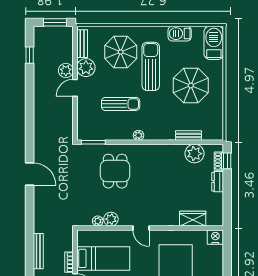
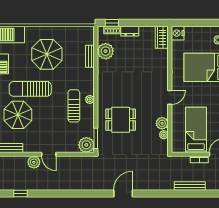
plant: (86, 68) -> (86, 145), moved
sun lounger: (121, 104) -> (74, 106), moved
wardrobe: (193, 219) -> (162, 37), moved

